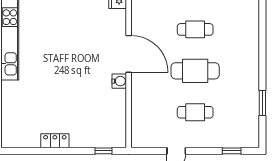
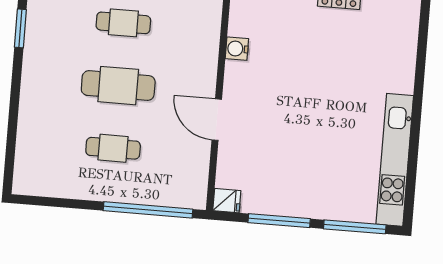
door: (129, 54) -> (217, 120), width x0.73
water cooler: (119, 81) -> (237, 49), moved

